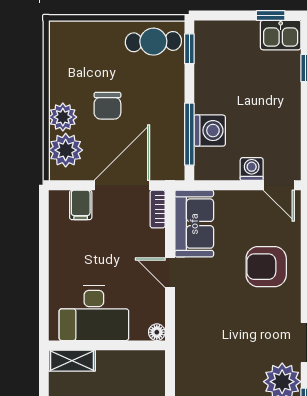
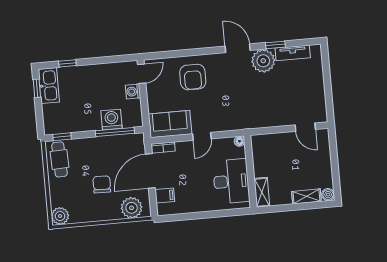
kitchen sink: (281, 35) -> (49, 86), width x1.38
chair: (107, 106) -> (102, 184), turned -89
plant: (63, 117) -> (60, 216), moved
door: (122, 185) -> (150, 171), hinge flipped

